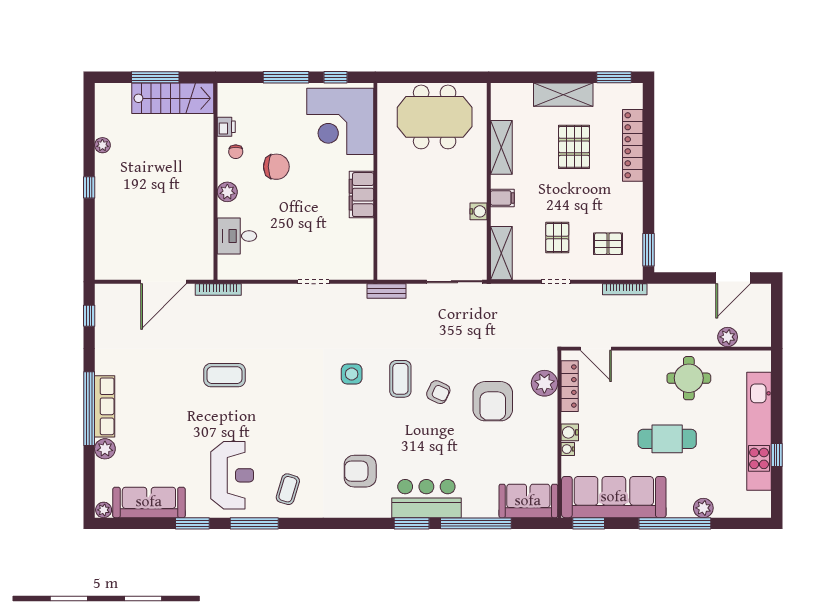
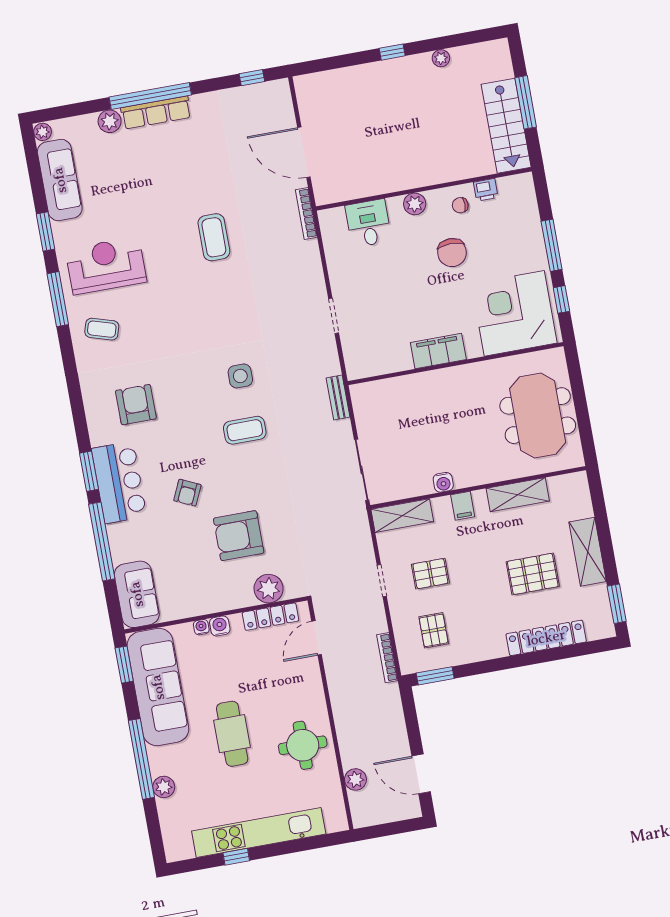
armchair: (438, 392) -> (187, 493), moved
reception desk: (232, 475) -> (106, 266), turned 180

